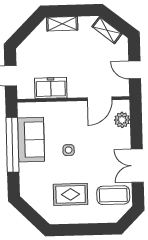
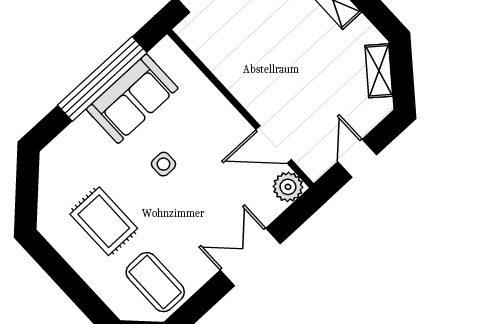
freezer: (51, 88) -> (229, 63), removed
plant: (122, 120) -> (288, 187), moved
double door: (137, 166) -> (250, 257), moved

